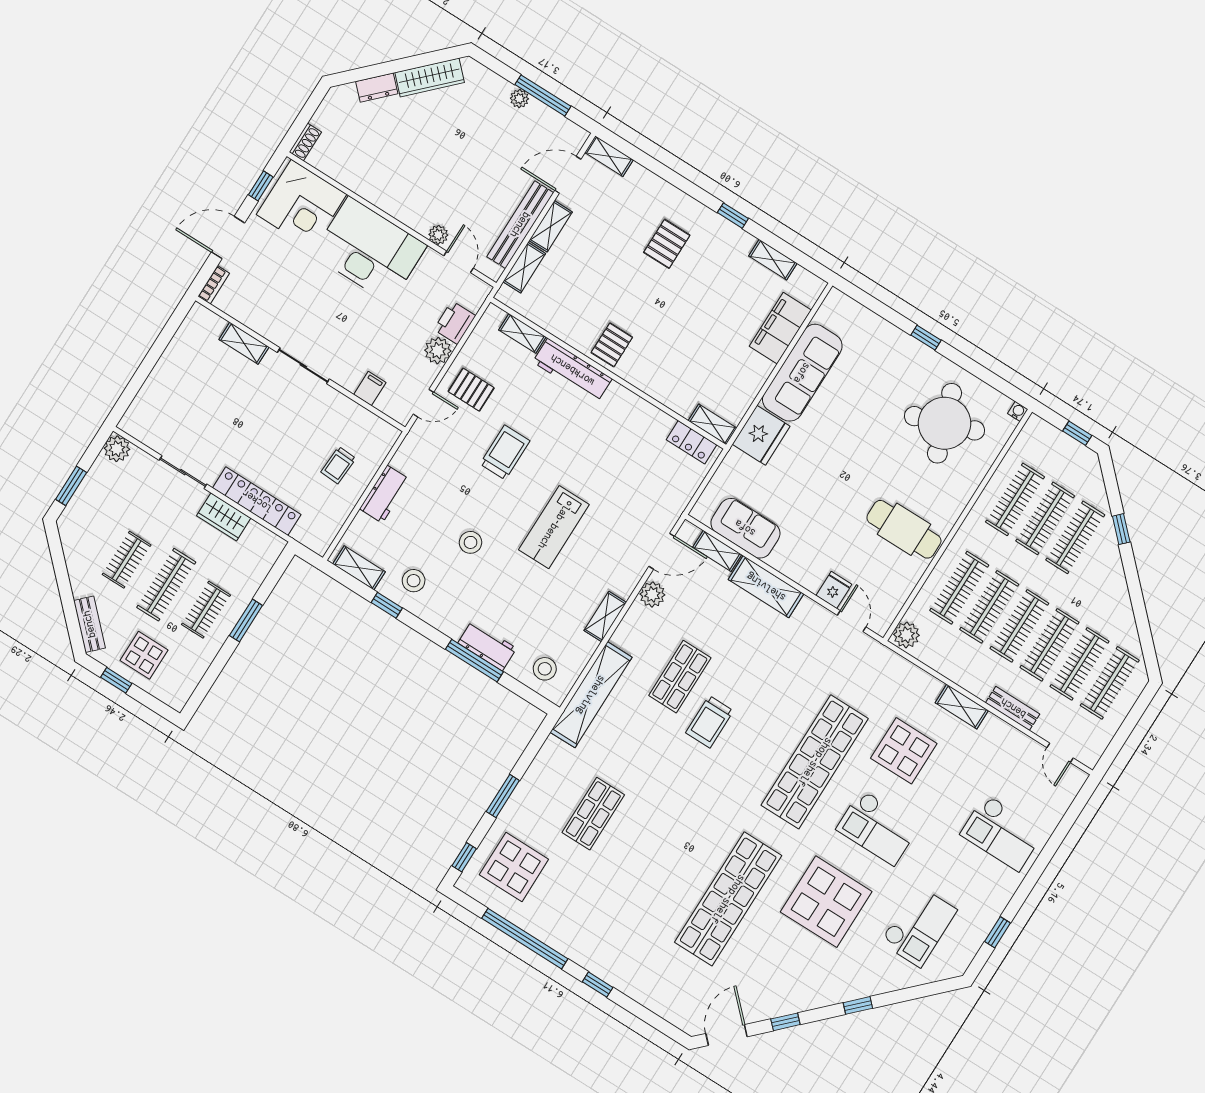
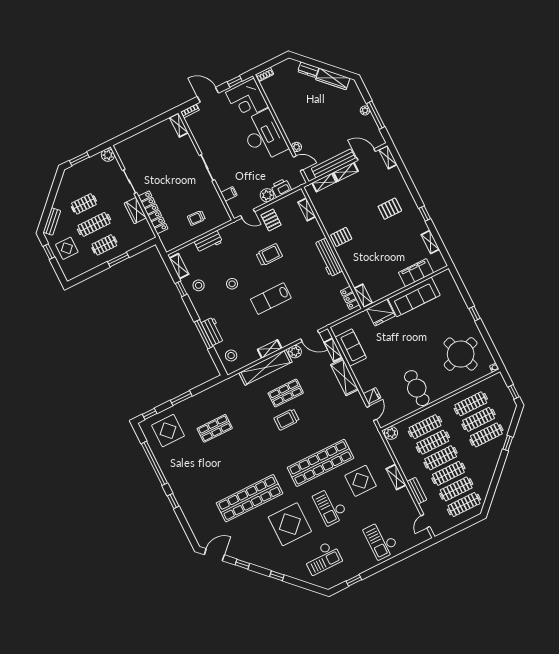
door: (459, 262) -> (298, 163), hinge flipped
shelving: (244, 343) -> (179, 125), moved
workbench: (572, 370) -> (328, 257), moved
shelving: (591, 695) -> (265, 367), moved

